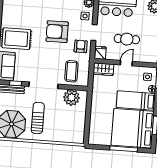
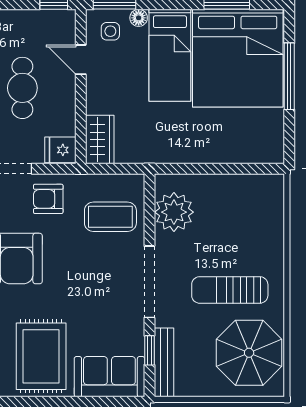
door: (126, 63) -> (81, 60), moved

